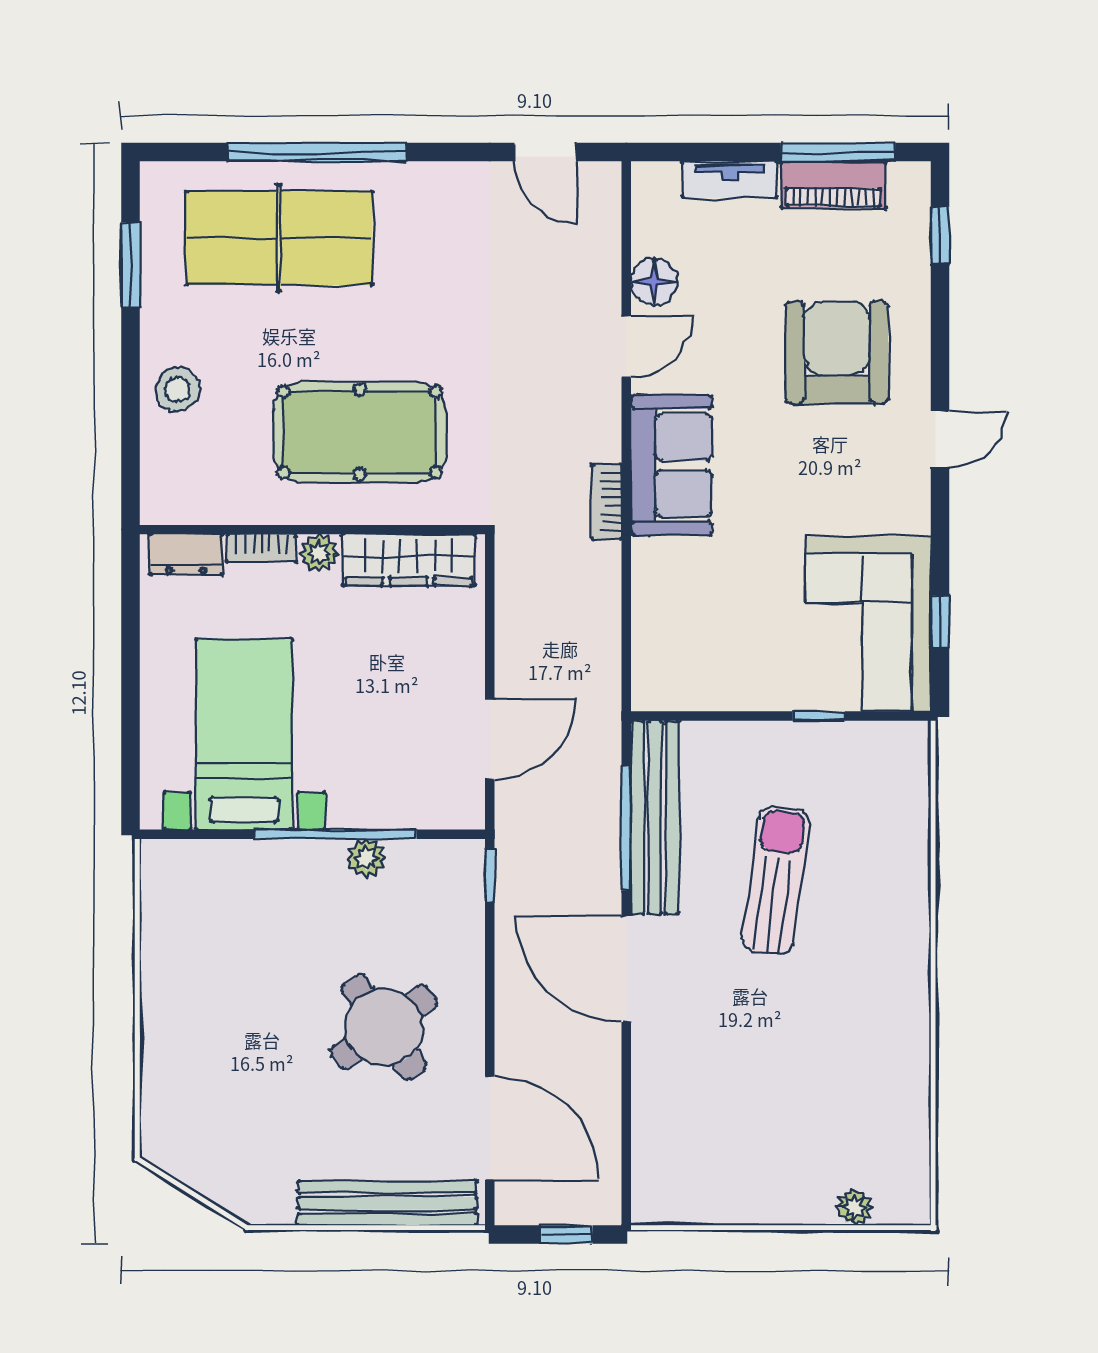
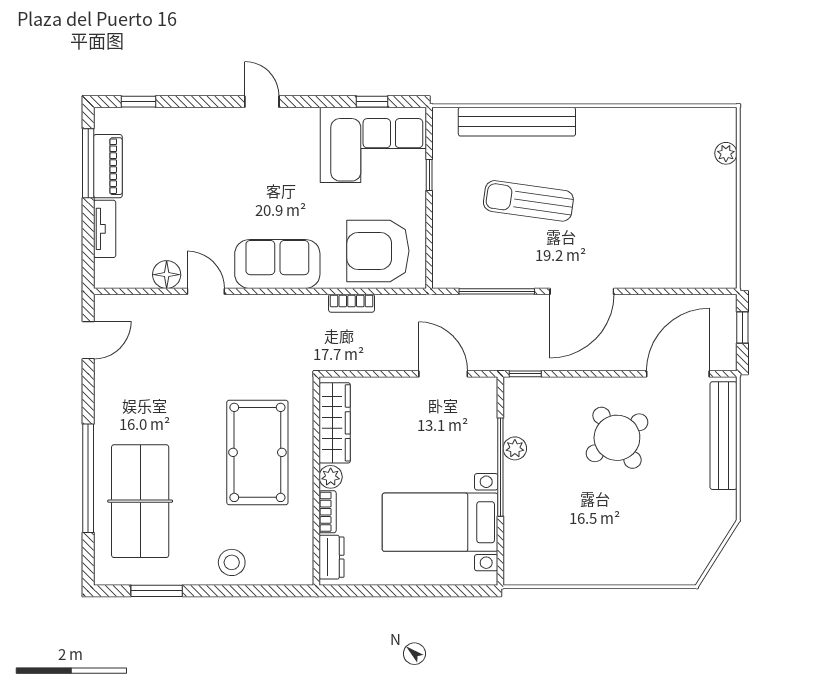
armchair: (837, 352) -> (378, 251), moved
bookcase: (607, 502) -> (352, 303), moved
bench: (655, 817) -> (517, 122), moved

